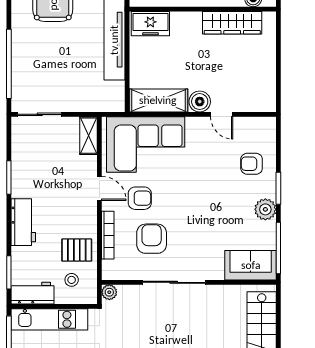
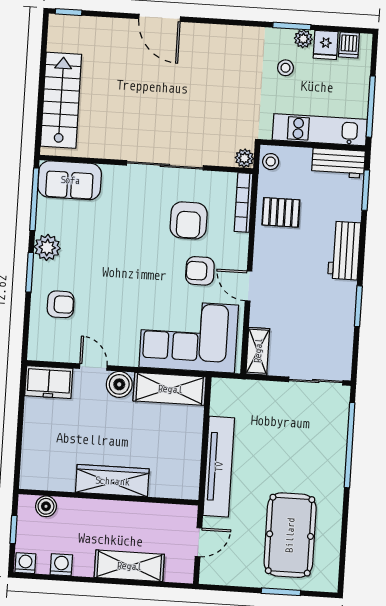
wardrobe: (232, 23) -> (112, 481), moved
freezer: (150, 24) -> (49, 382), moved, turned 180
bookcase: (108, 235) -> (244, 203), moved
stool: (72, 280) -> (271, 162), moved

